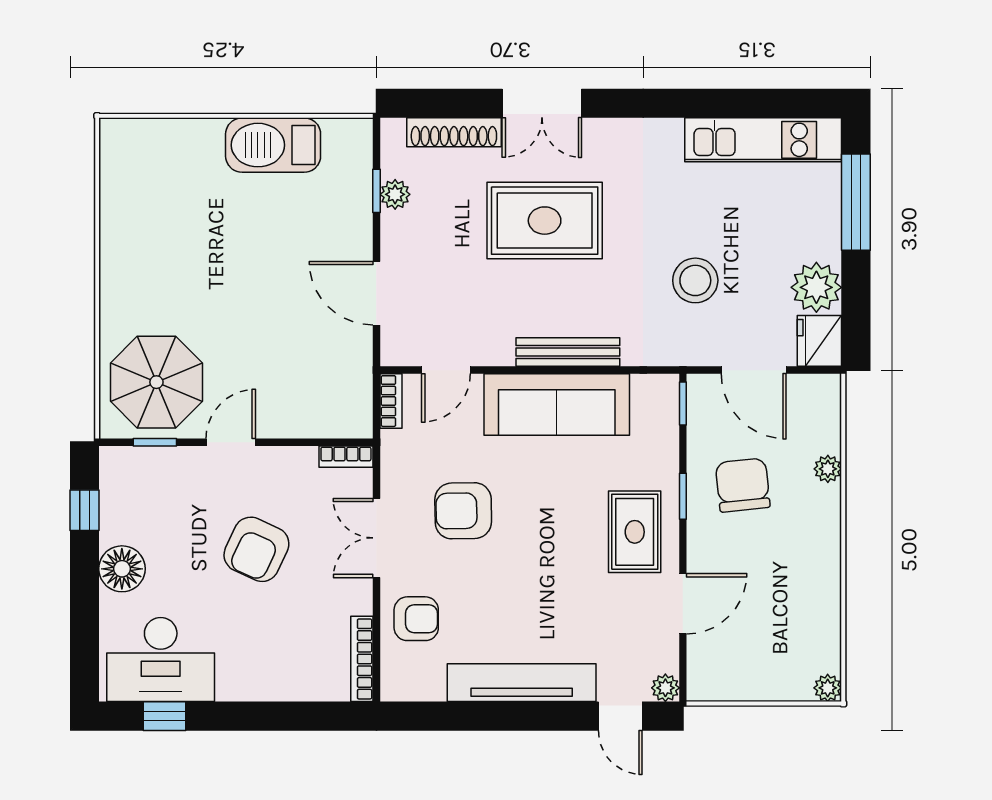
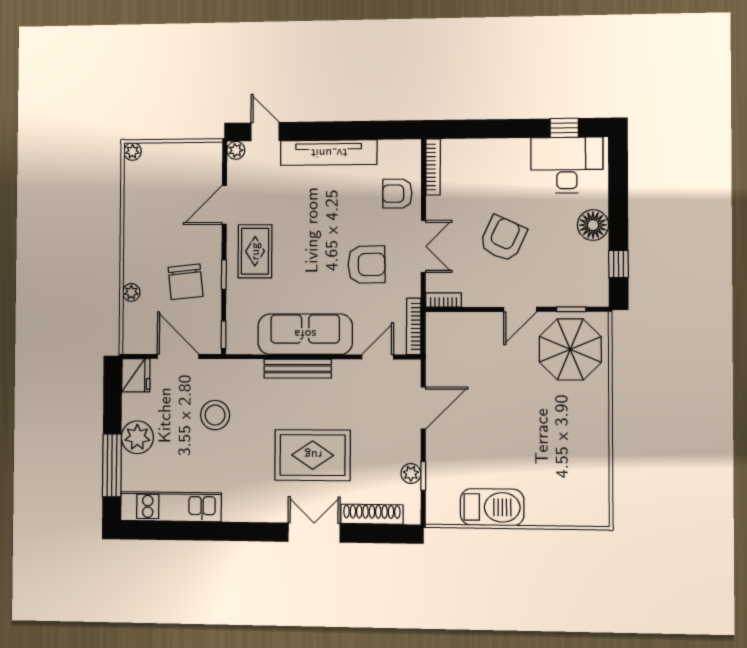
plant: (816, 287) -> (137, 437), moved
door: (376, 293) -> (423, 408), hinge flipped
bookcase: (391, 401) -> (414, 326), width x1.56

